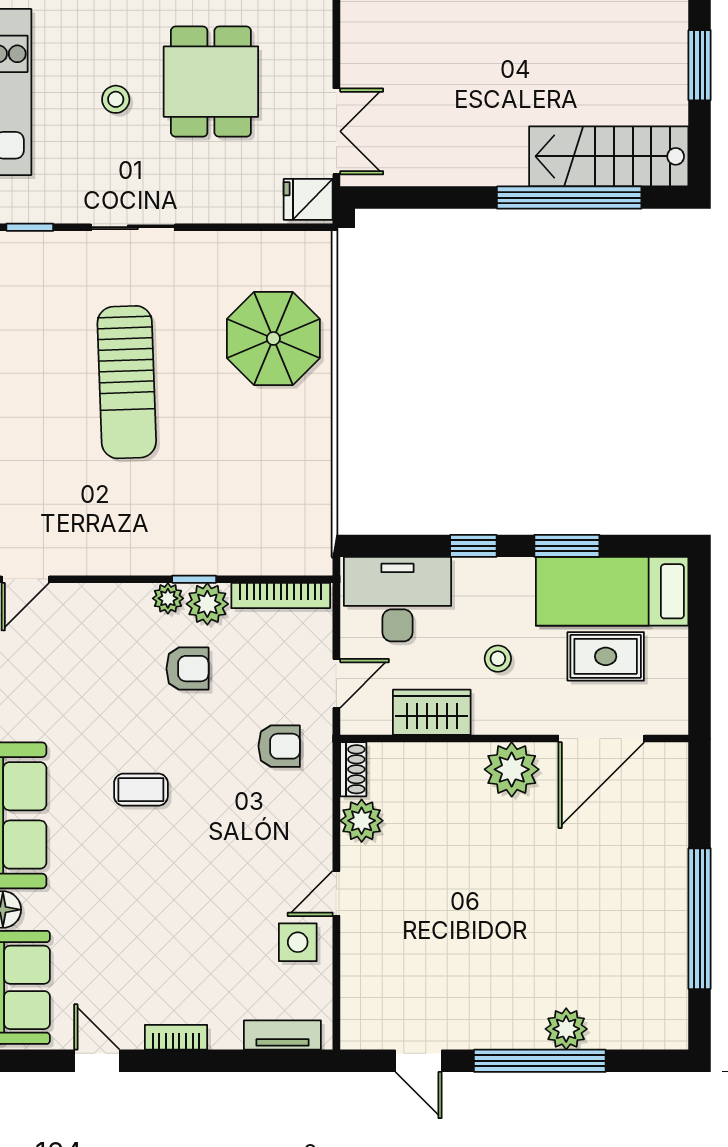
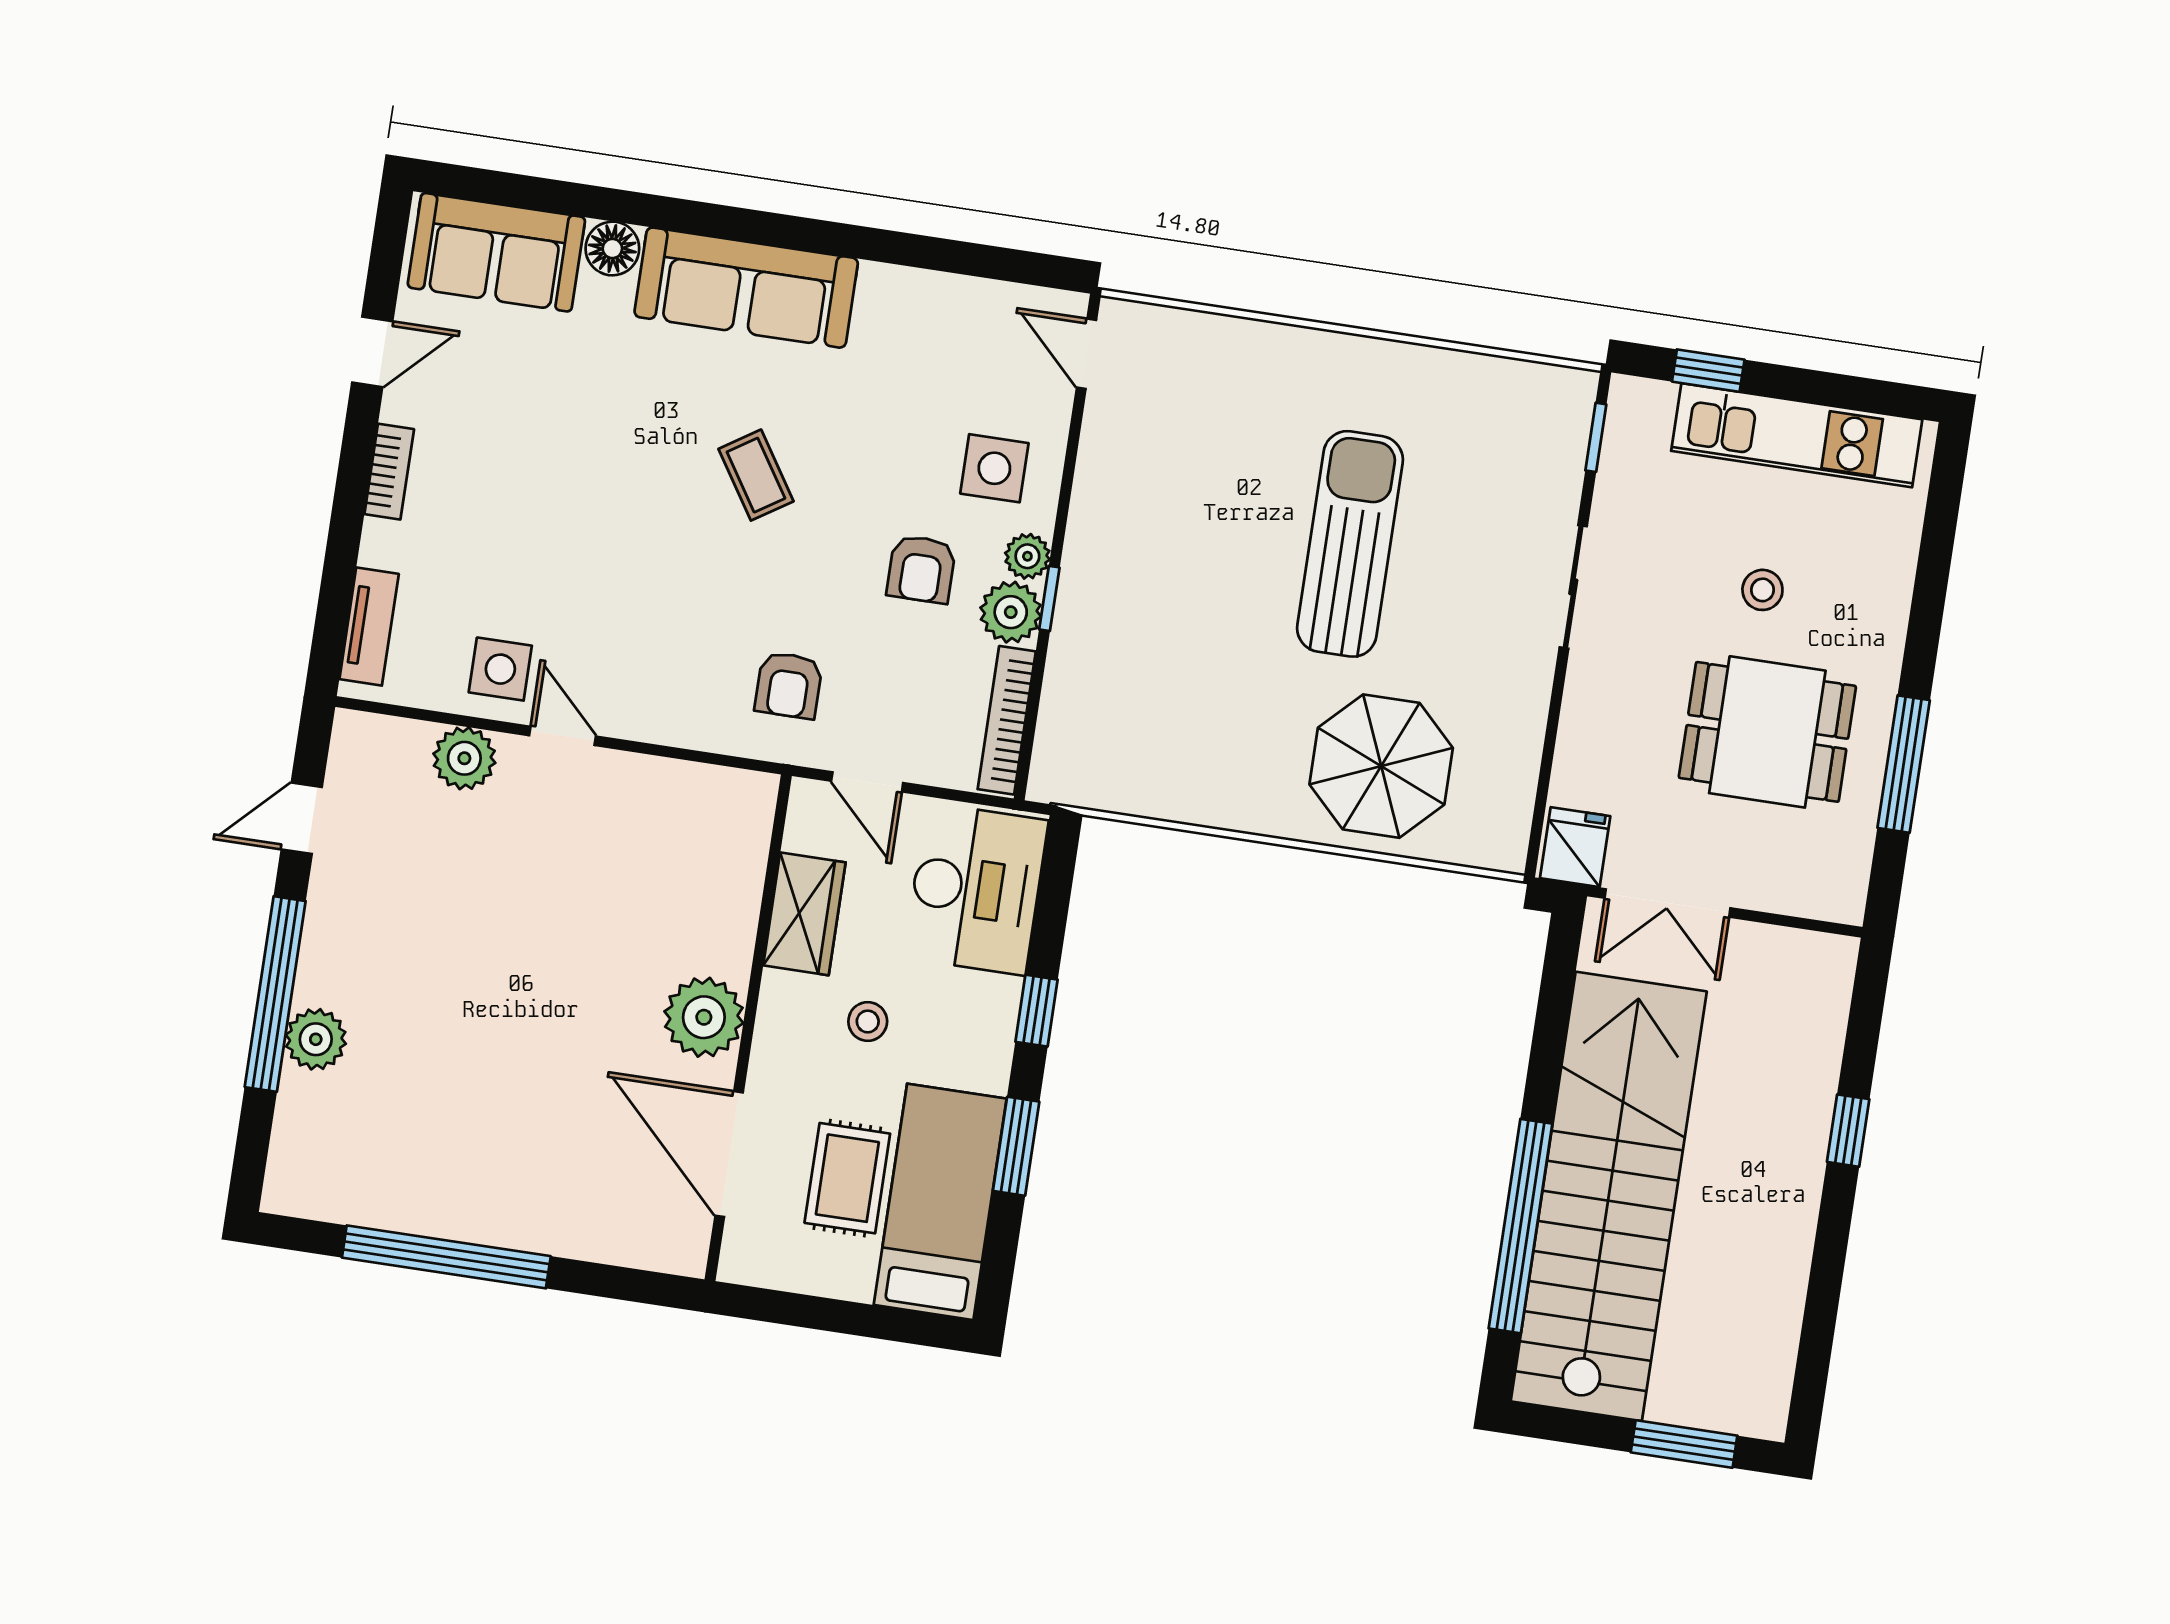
stairs: (609, 156) -> (1609, 1196), width x1.86, depth x1.51
sun lounger: (127, 382) -> (1350, 544), turned 92
side table: (112, 630) -> (994, 468), added
shoe rack: (353, 769) -> (739, 788), removed
coffee table: (141, 790) -> (756, 475), turned -33
plant: (362, 821) -> (464, 758), moved

